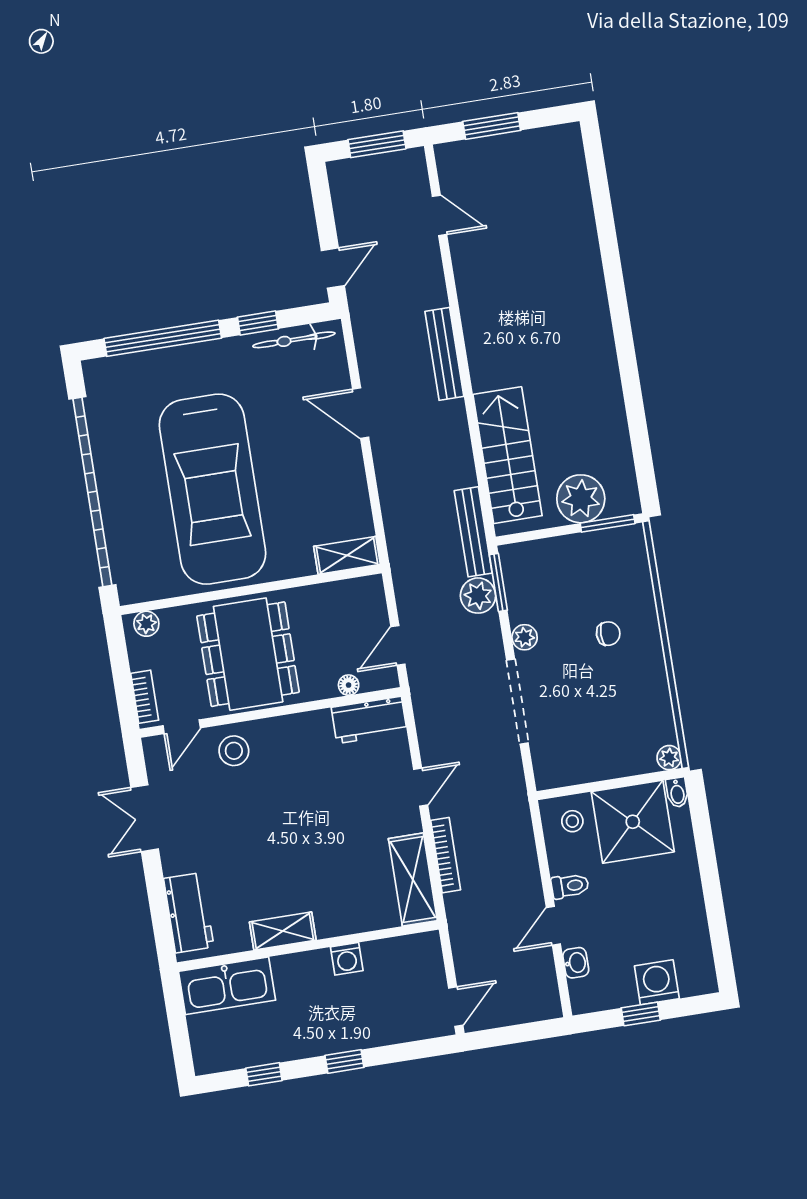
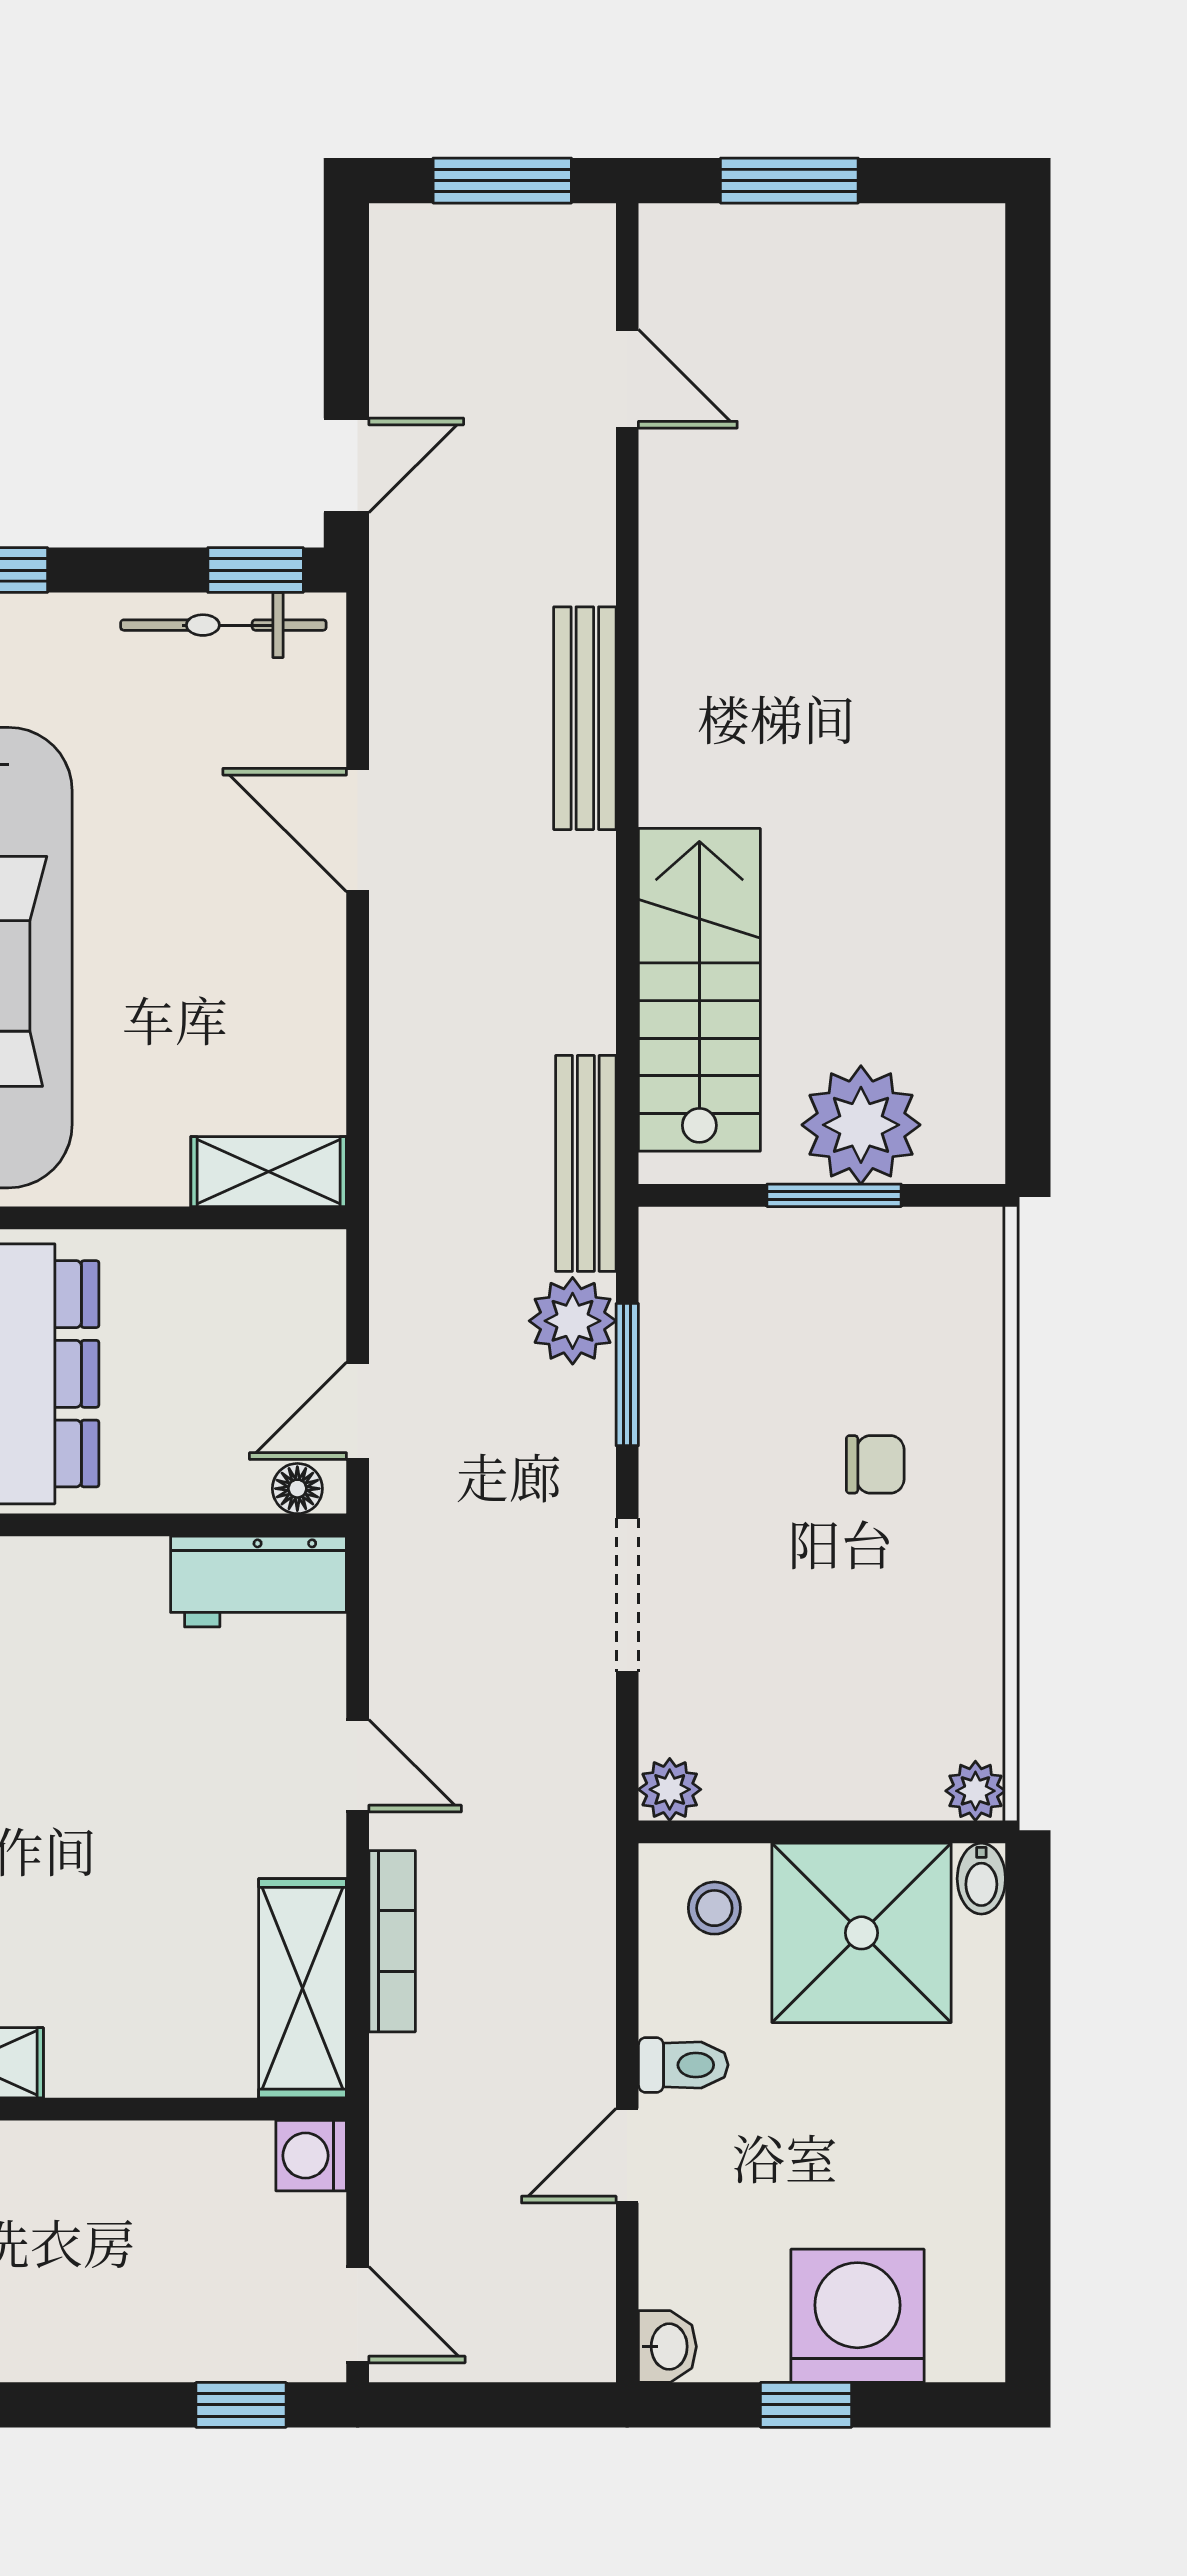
window: (258, 323) -> (256, 570), moved
window: (608, 523) -> (834, 1195), moved
window: (498, 582) -> (627, 1375), moved
plant: (525, 637) -> (670, 1789), moved
floor lamp: (349, 685) -> (297, 1489), moved
doorway: (517, 702) -> (627, 1595), width x0.73
door: (421, 787) -> (358, 1766), hinge flipped
washing machine: (347, 959) -> (311, 2156), moved, turned 90
washbasin: (576, 963) -> (667, 2347), moved
washing machine: (657, 982) -> (857, 2316), width x1.37, depth x1.37
door: (456, 1007) -> (358, 2315), hinge flipped
window: (344, 1061) -> (241, 2405), moved

